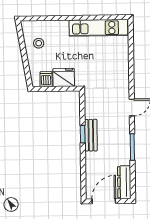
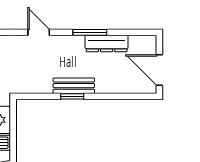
dresser: (124, 182) -> (107, 43), moved

